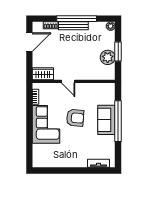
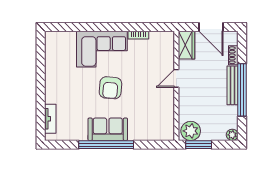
wardrobe: (43, 74) -> (187, 45), moved
door: (68, 81) -> (176, 78), moved
wall: (74, 81) -> (176, 86), moved

